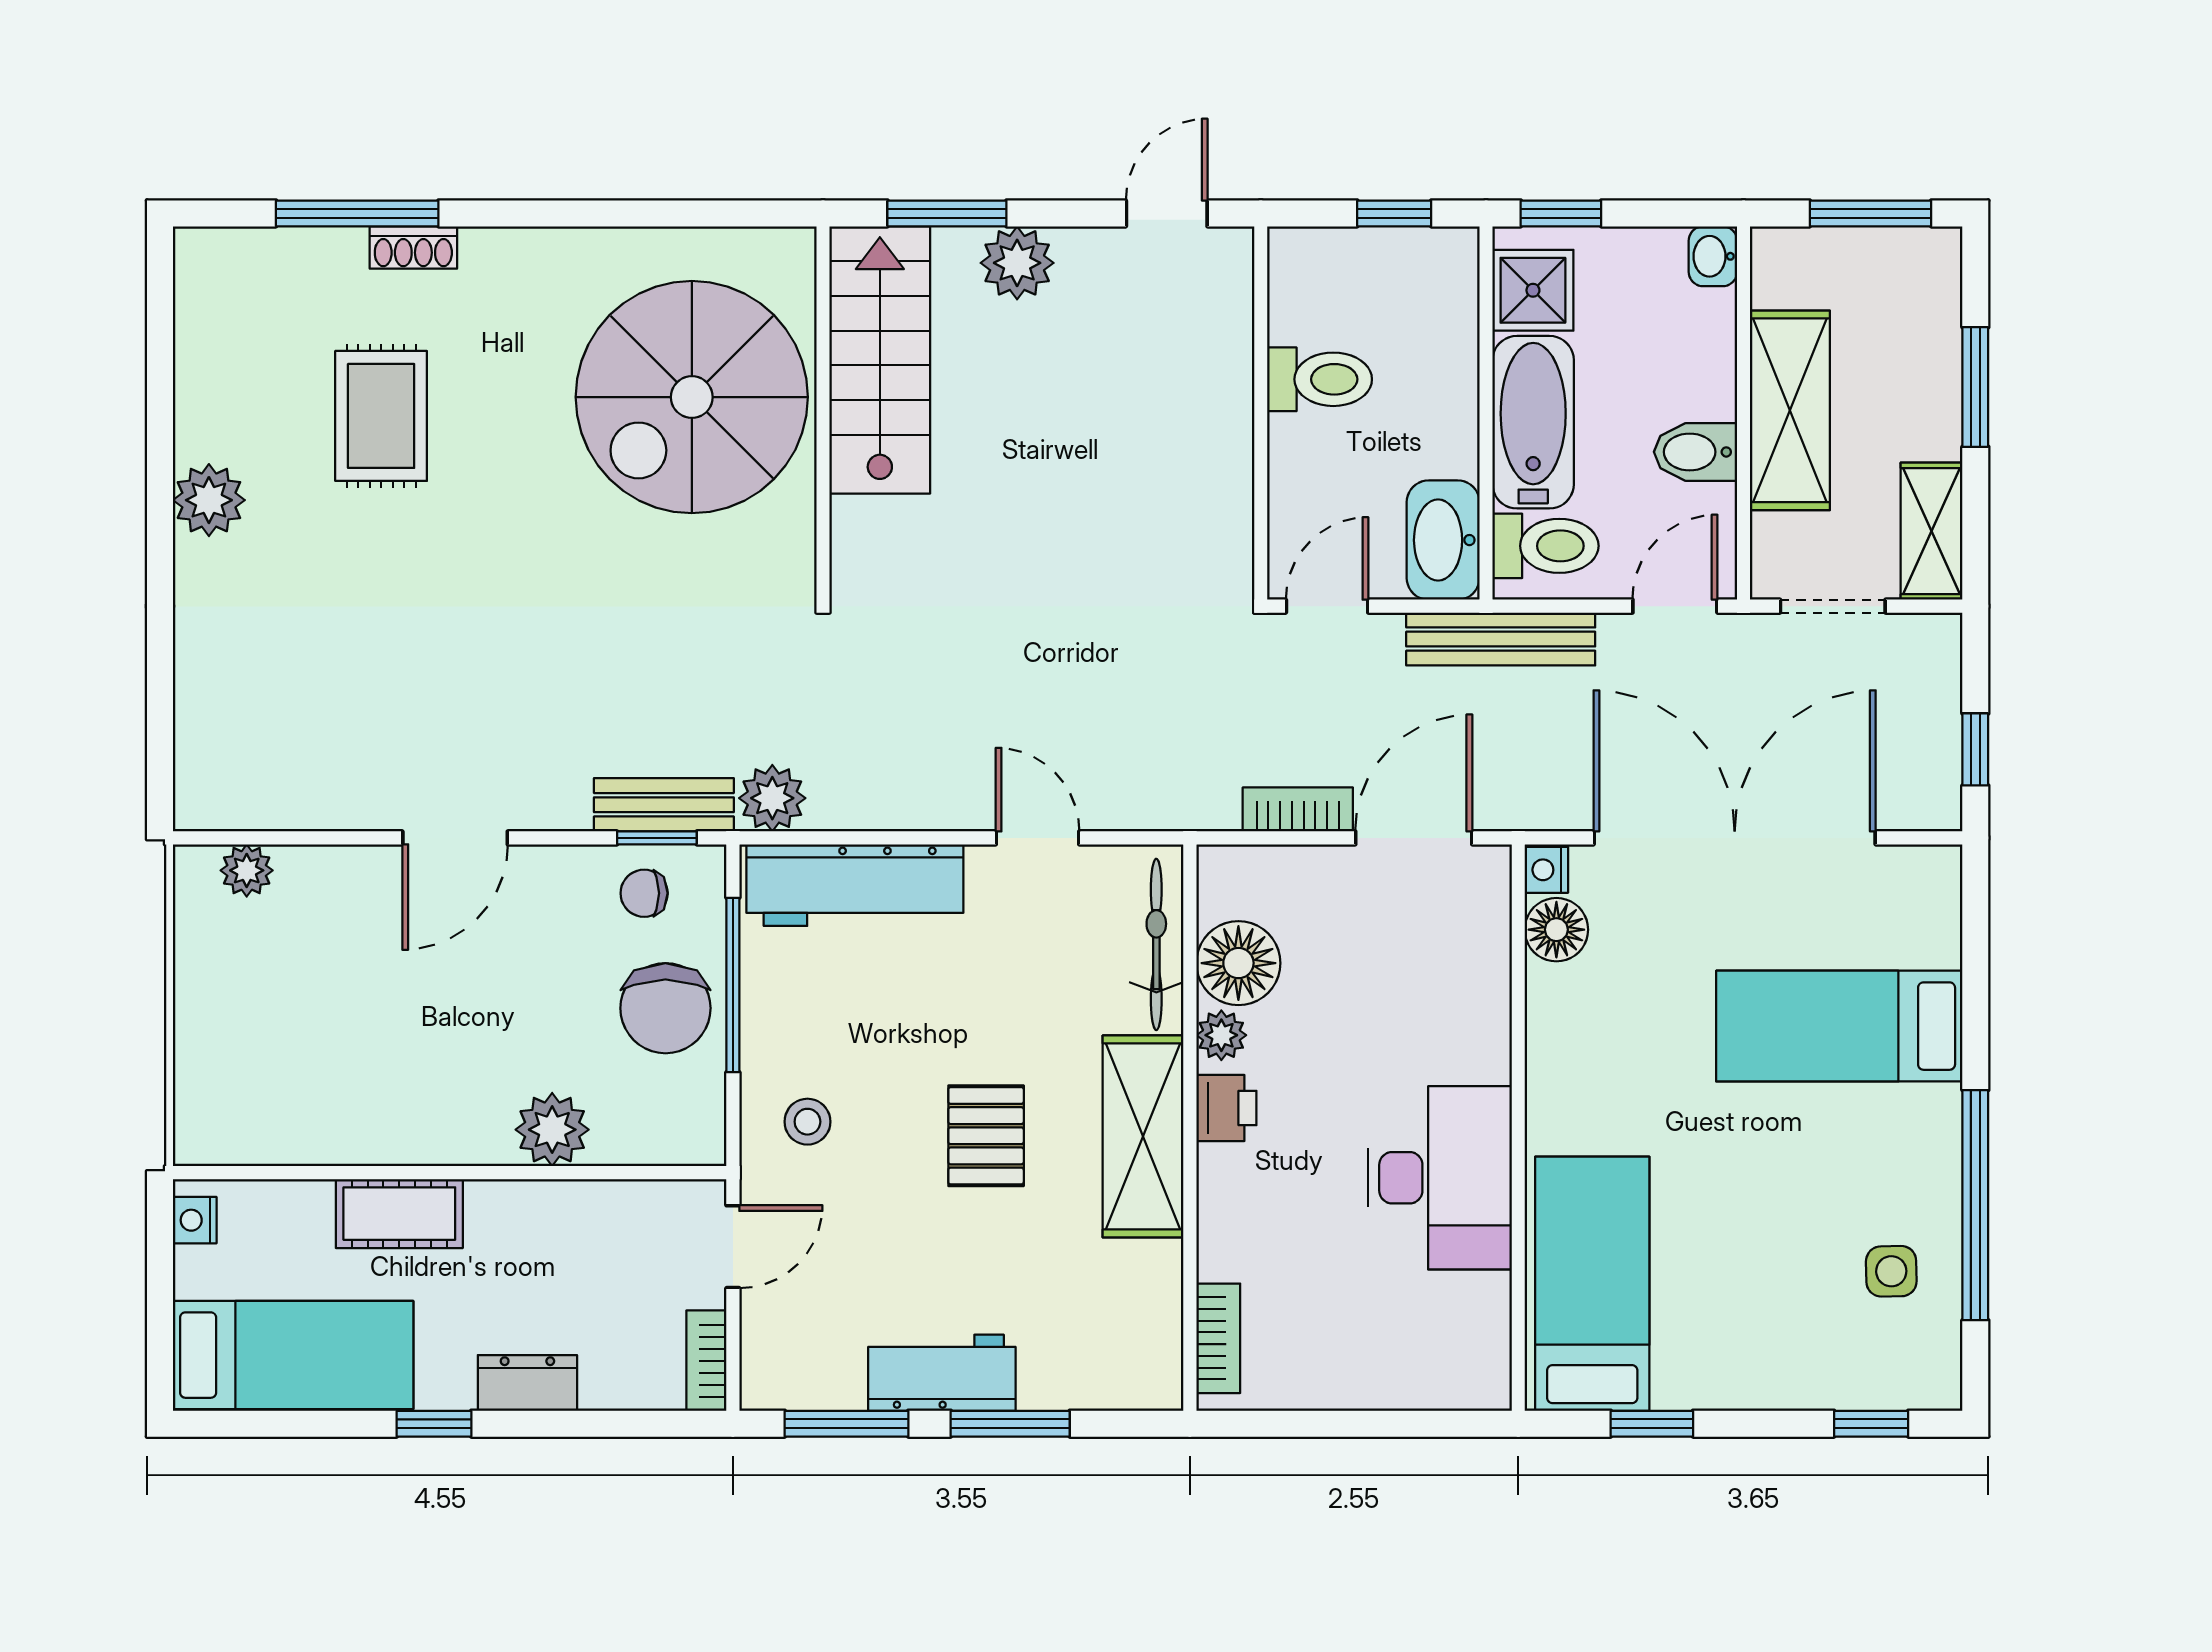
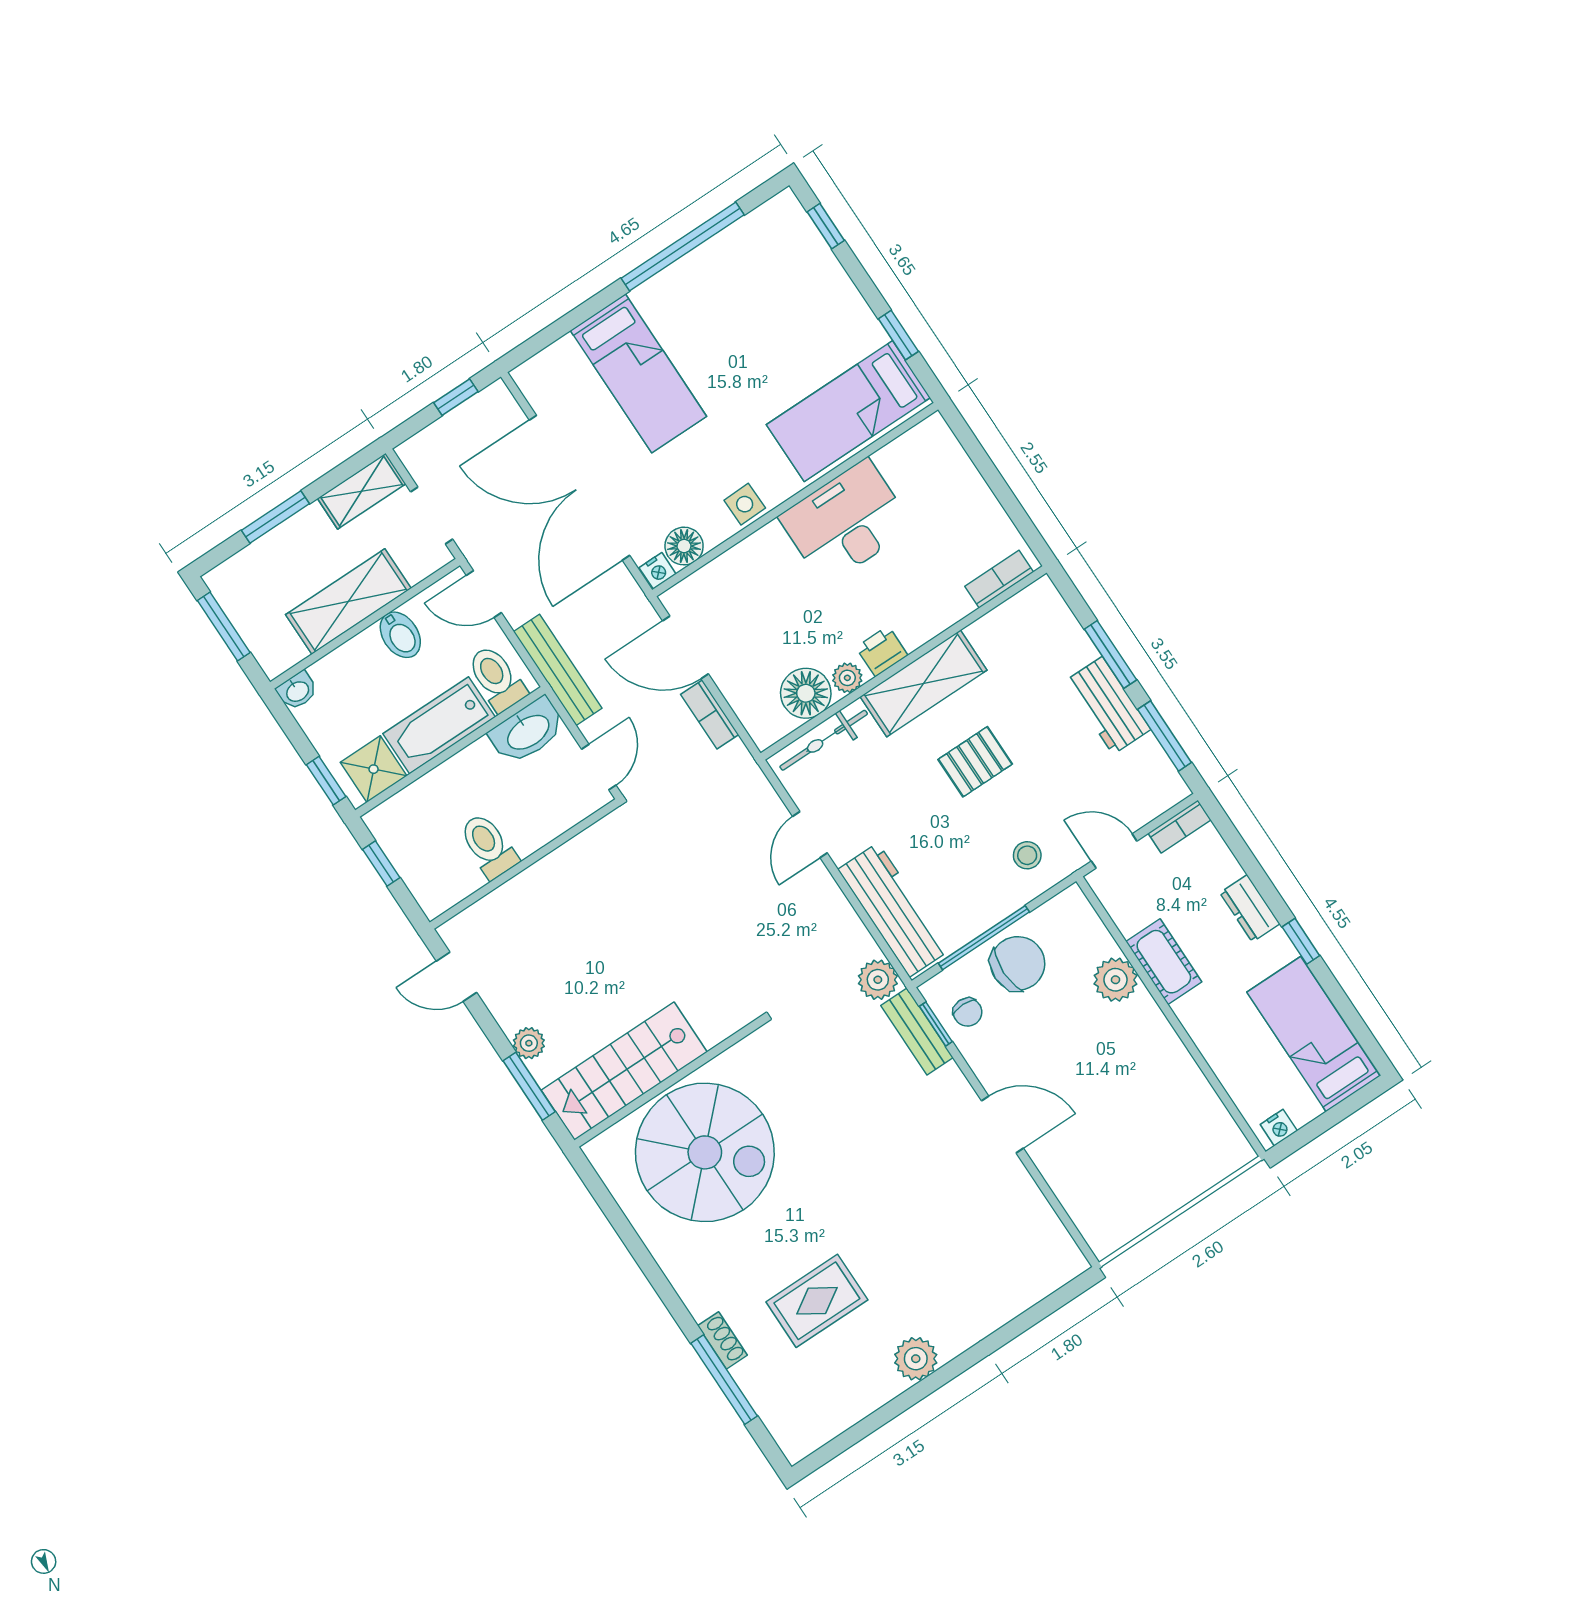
plant: (1017, 263) -> (529, 1043), width x0.73, depth x0.73
door: (1327, 606) -> (599, 767), swing flipped
plant: (247, 870) -> (1088, 1217), removed
cot: (399, 1214) -> (1164, 962), moved
side table: (1891, 1271) -> (745, 504), moved

